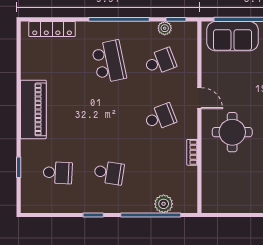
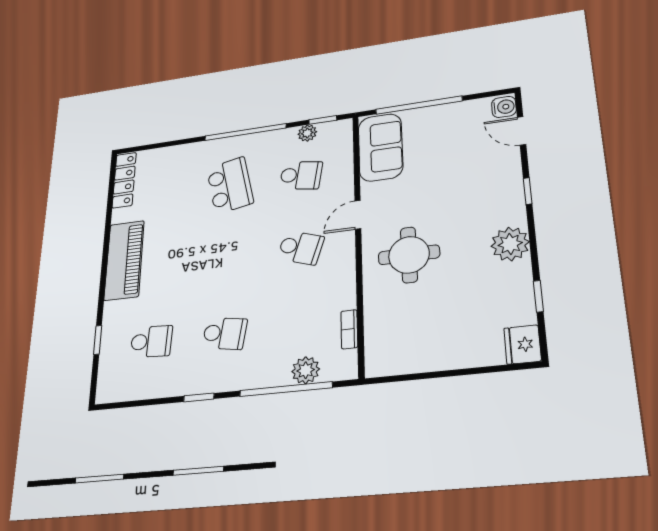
locker: (52, 29) -> (124, 180), moved, turned -90
sofa: (232, 36) -> (380, 147), moved, turned -90
school desk: (160, 62) -> (301, 175), turned 30
door: (199, 98) -> (358, 215), swing flipped
school desk: (160, 117) -> (301, 248), turned 39
bookcase: (192, 152) -> (349, 329), moved

